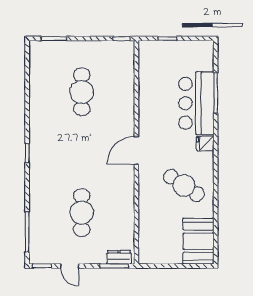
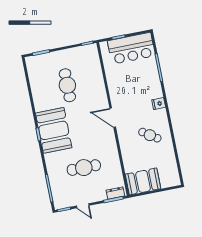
bar counter: (196, 103) -> (131, 48), moved, turned -90
door: (136, 150) -> (113, 118), hinge flipped
booth: (50, 152) -> (54, 130), added
cafe table: (184, 185) -> (150, 135), width x0.73, depth x0.74
cafe table: (82, 213) -> (84, 168), turned 90
booth: (198, 241) -> (143, 181), moved, turned 90

